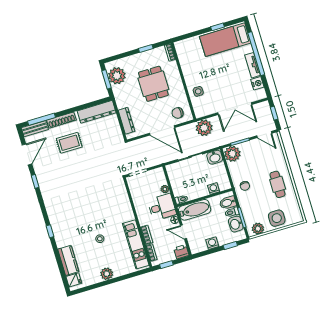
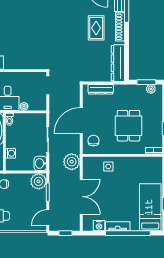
plant: (117, 76) -> (151, 89), width x0.53, depth x0.53
dining table: (153, 84) -> (128, 126), turned 90
double door: (235, 109) -> (81, 197), swing flipped

